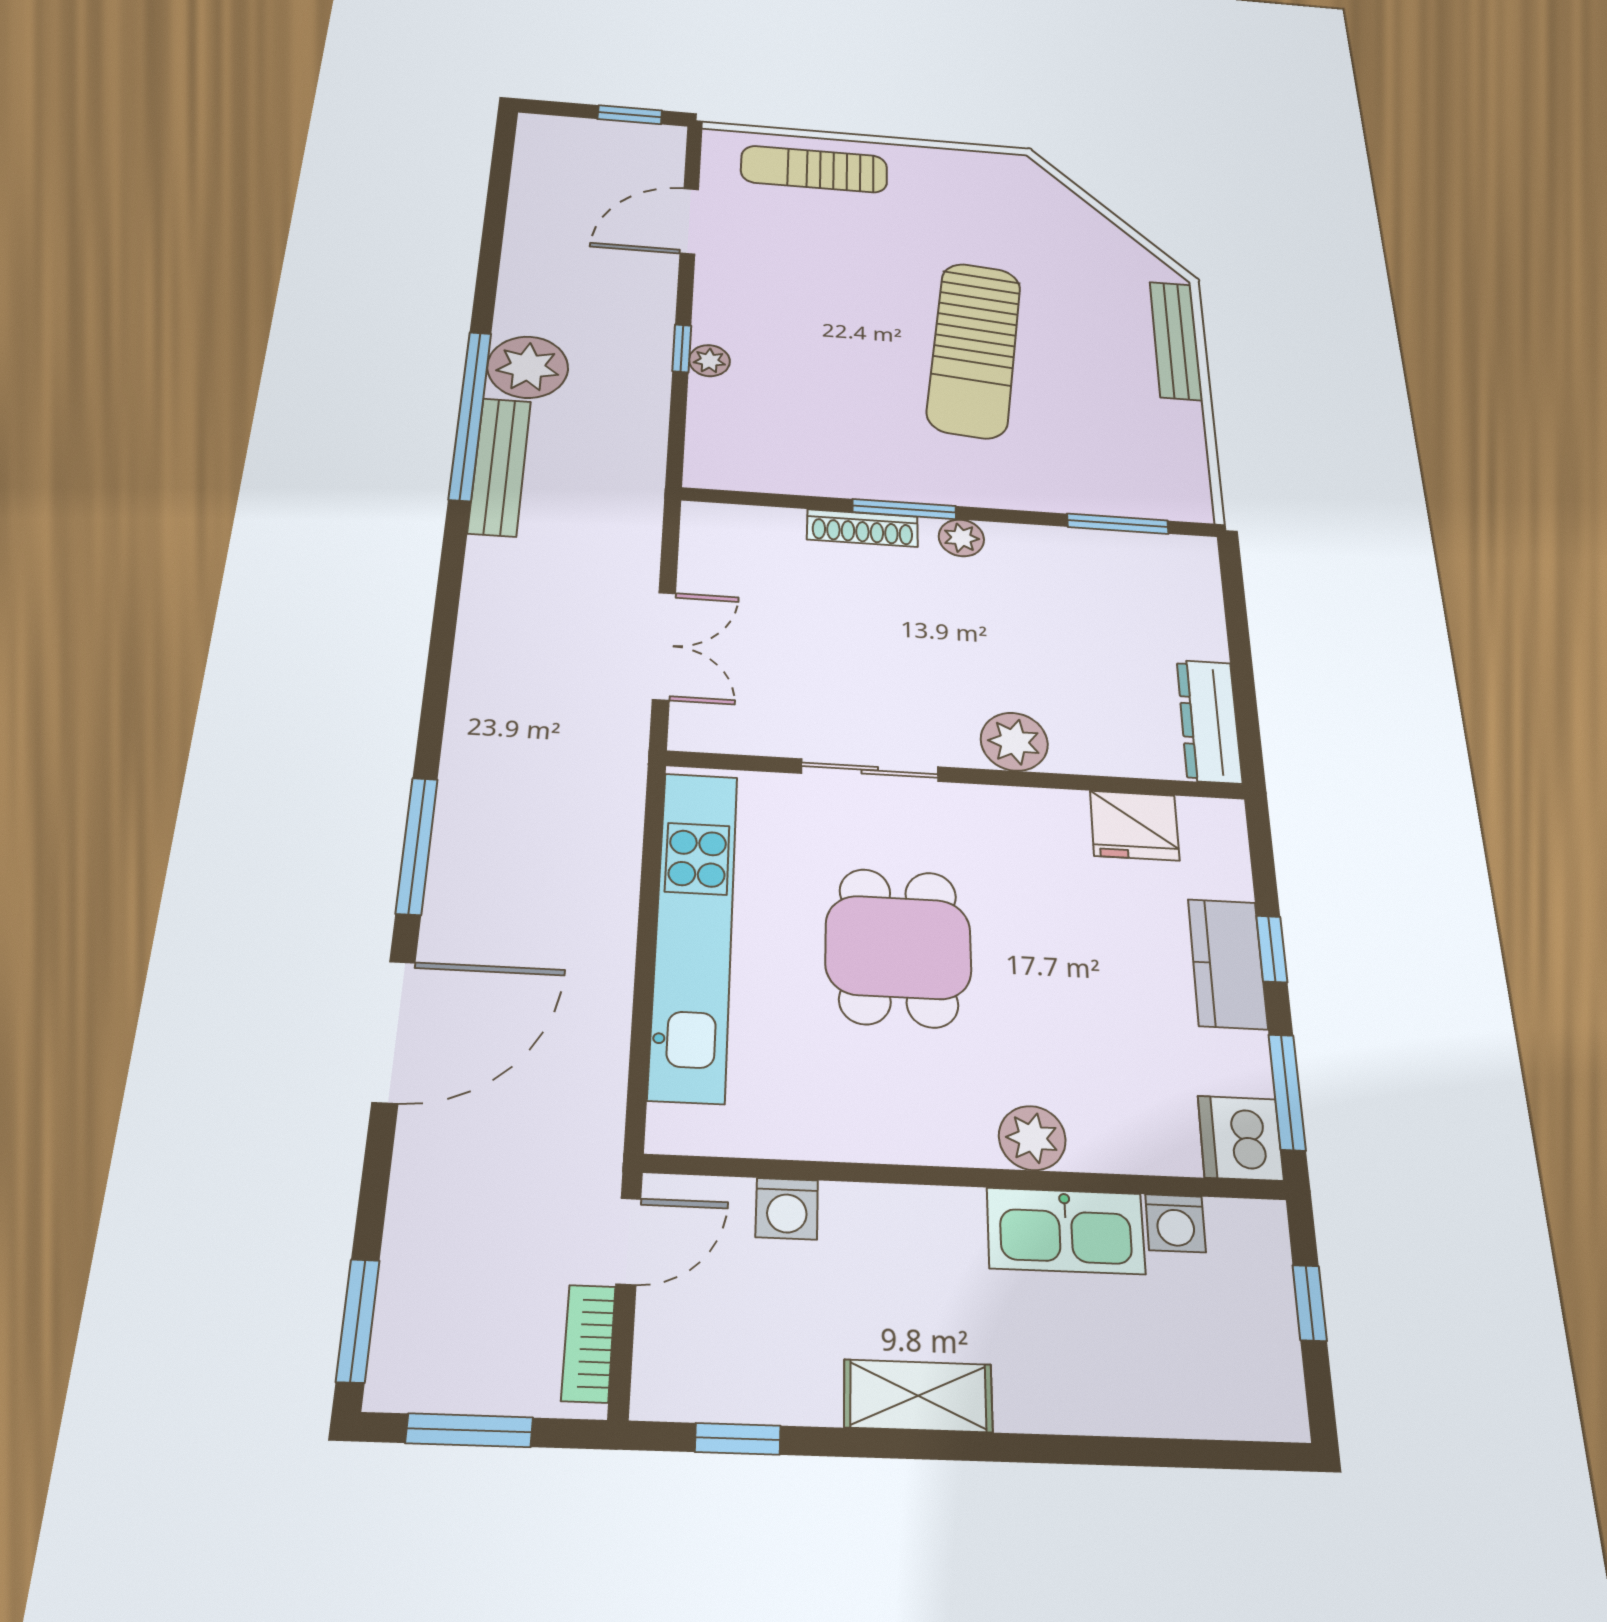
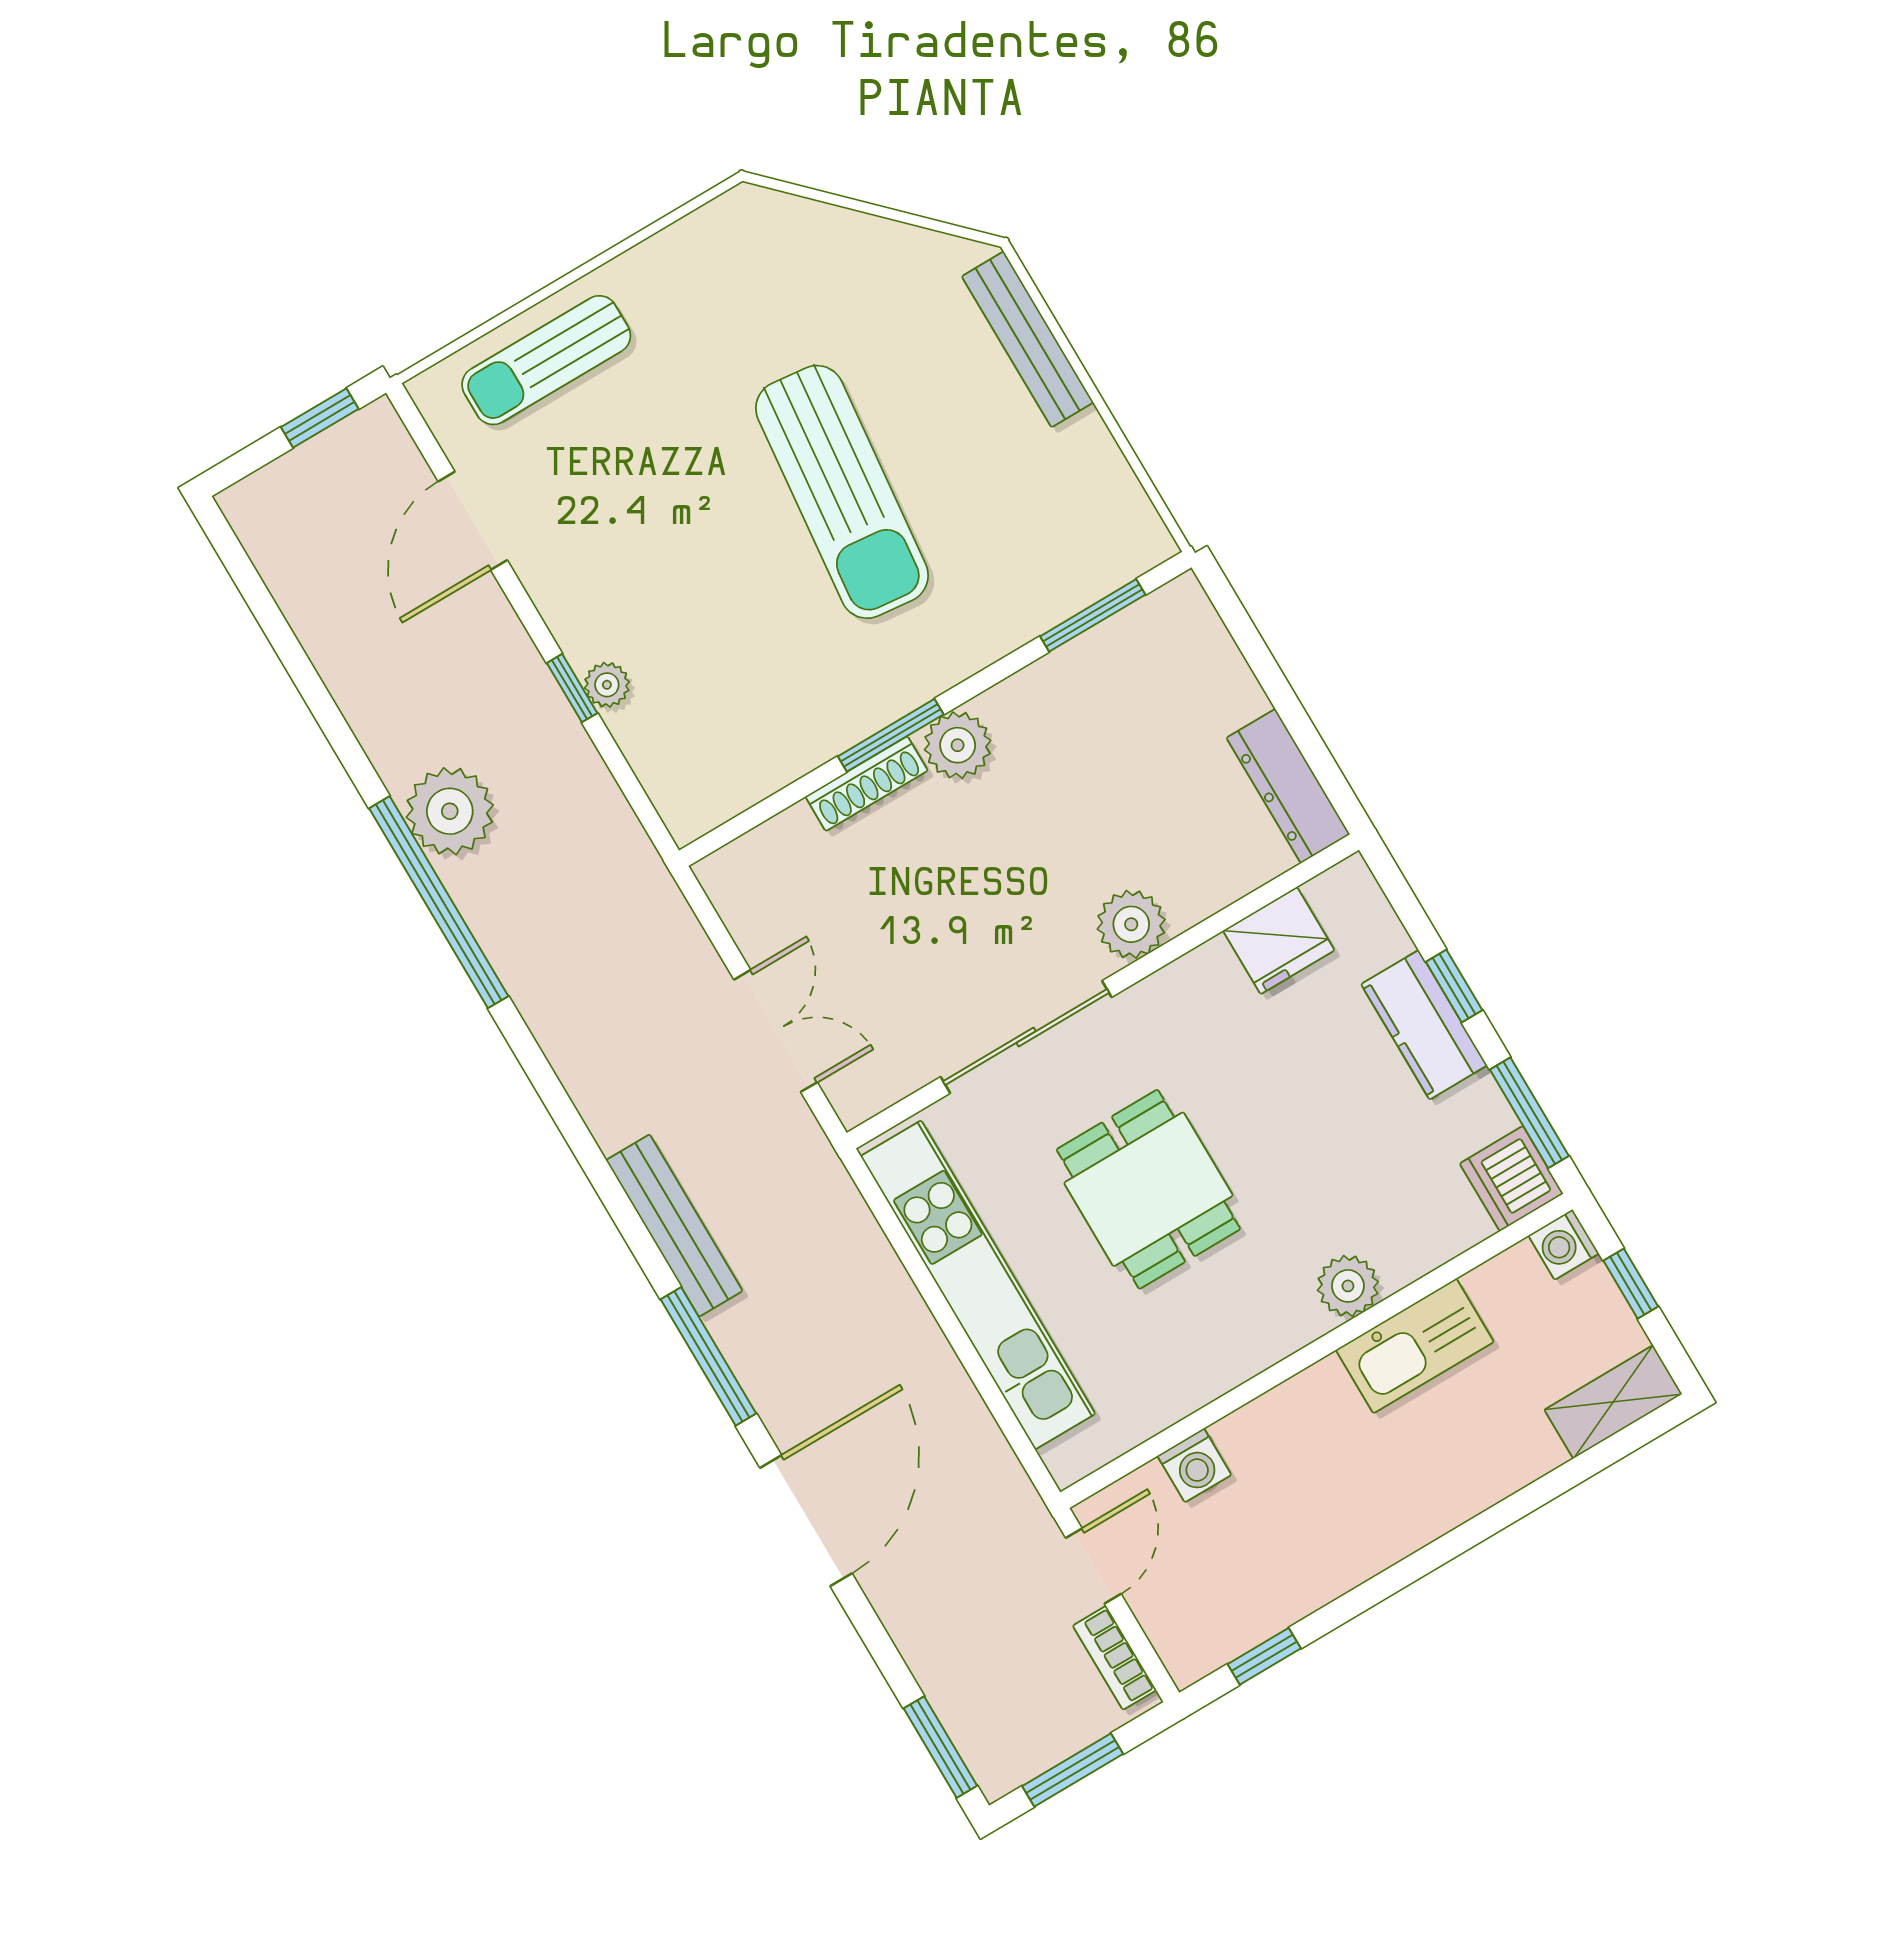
bench: (500, 466) -> (674, 1226), moved
plant: (961, 538) -> (958, 745), width x1.38, depth x1.38
sliding door: (870, 770) -> (1026, 1037), width x1.37
washing machine: (1175, 1223) -> (1564, 1245), moved, turned 90
shelving: (918, 1396) -> (1613, 1402), moved

